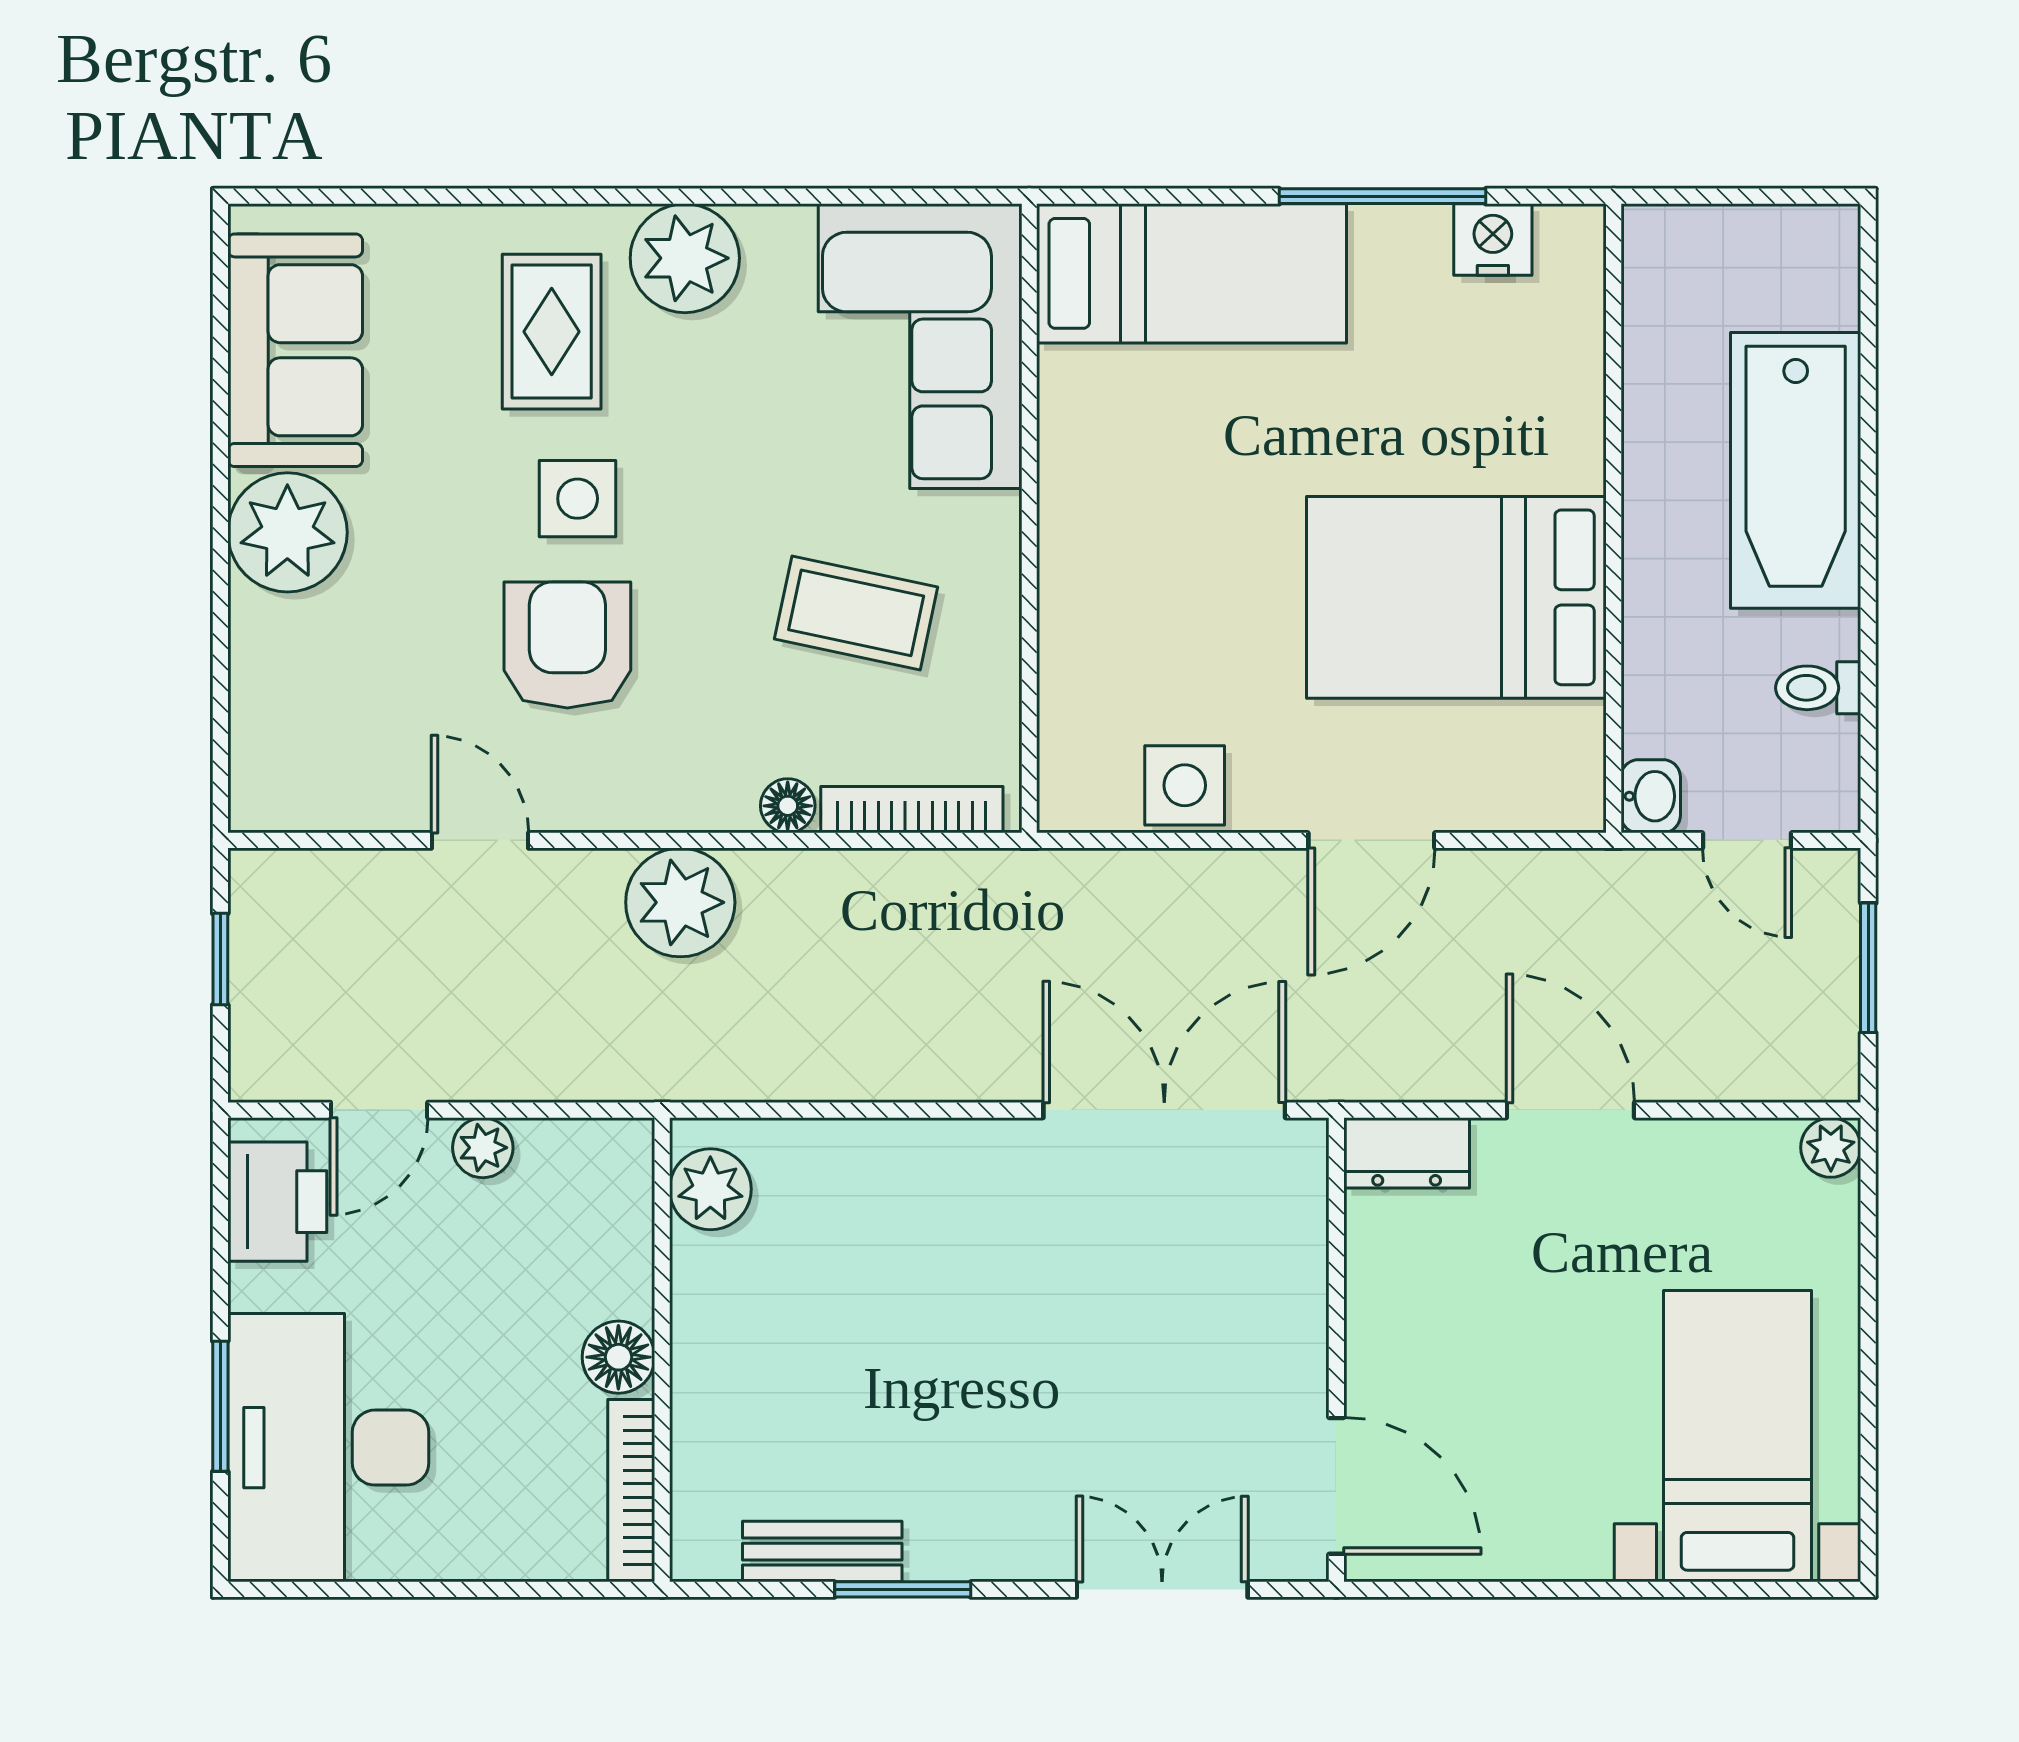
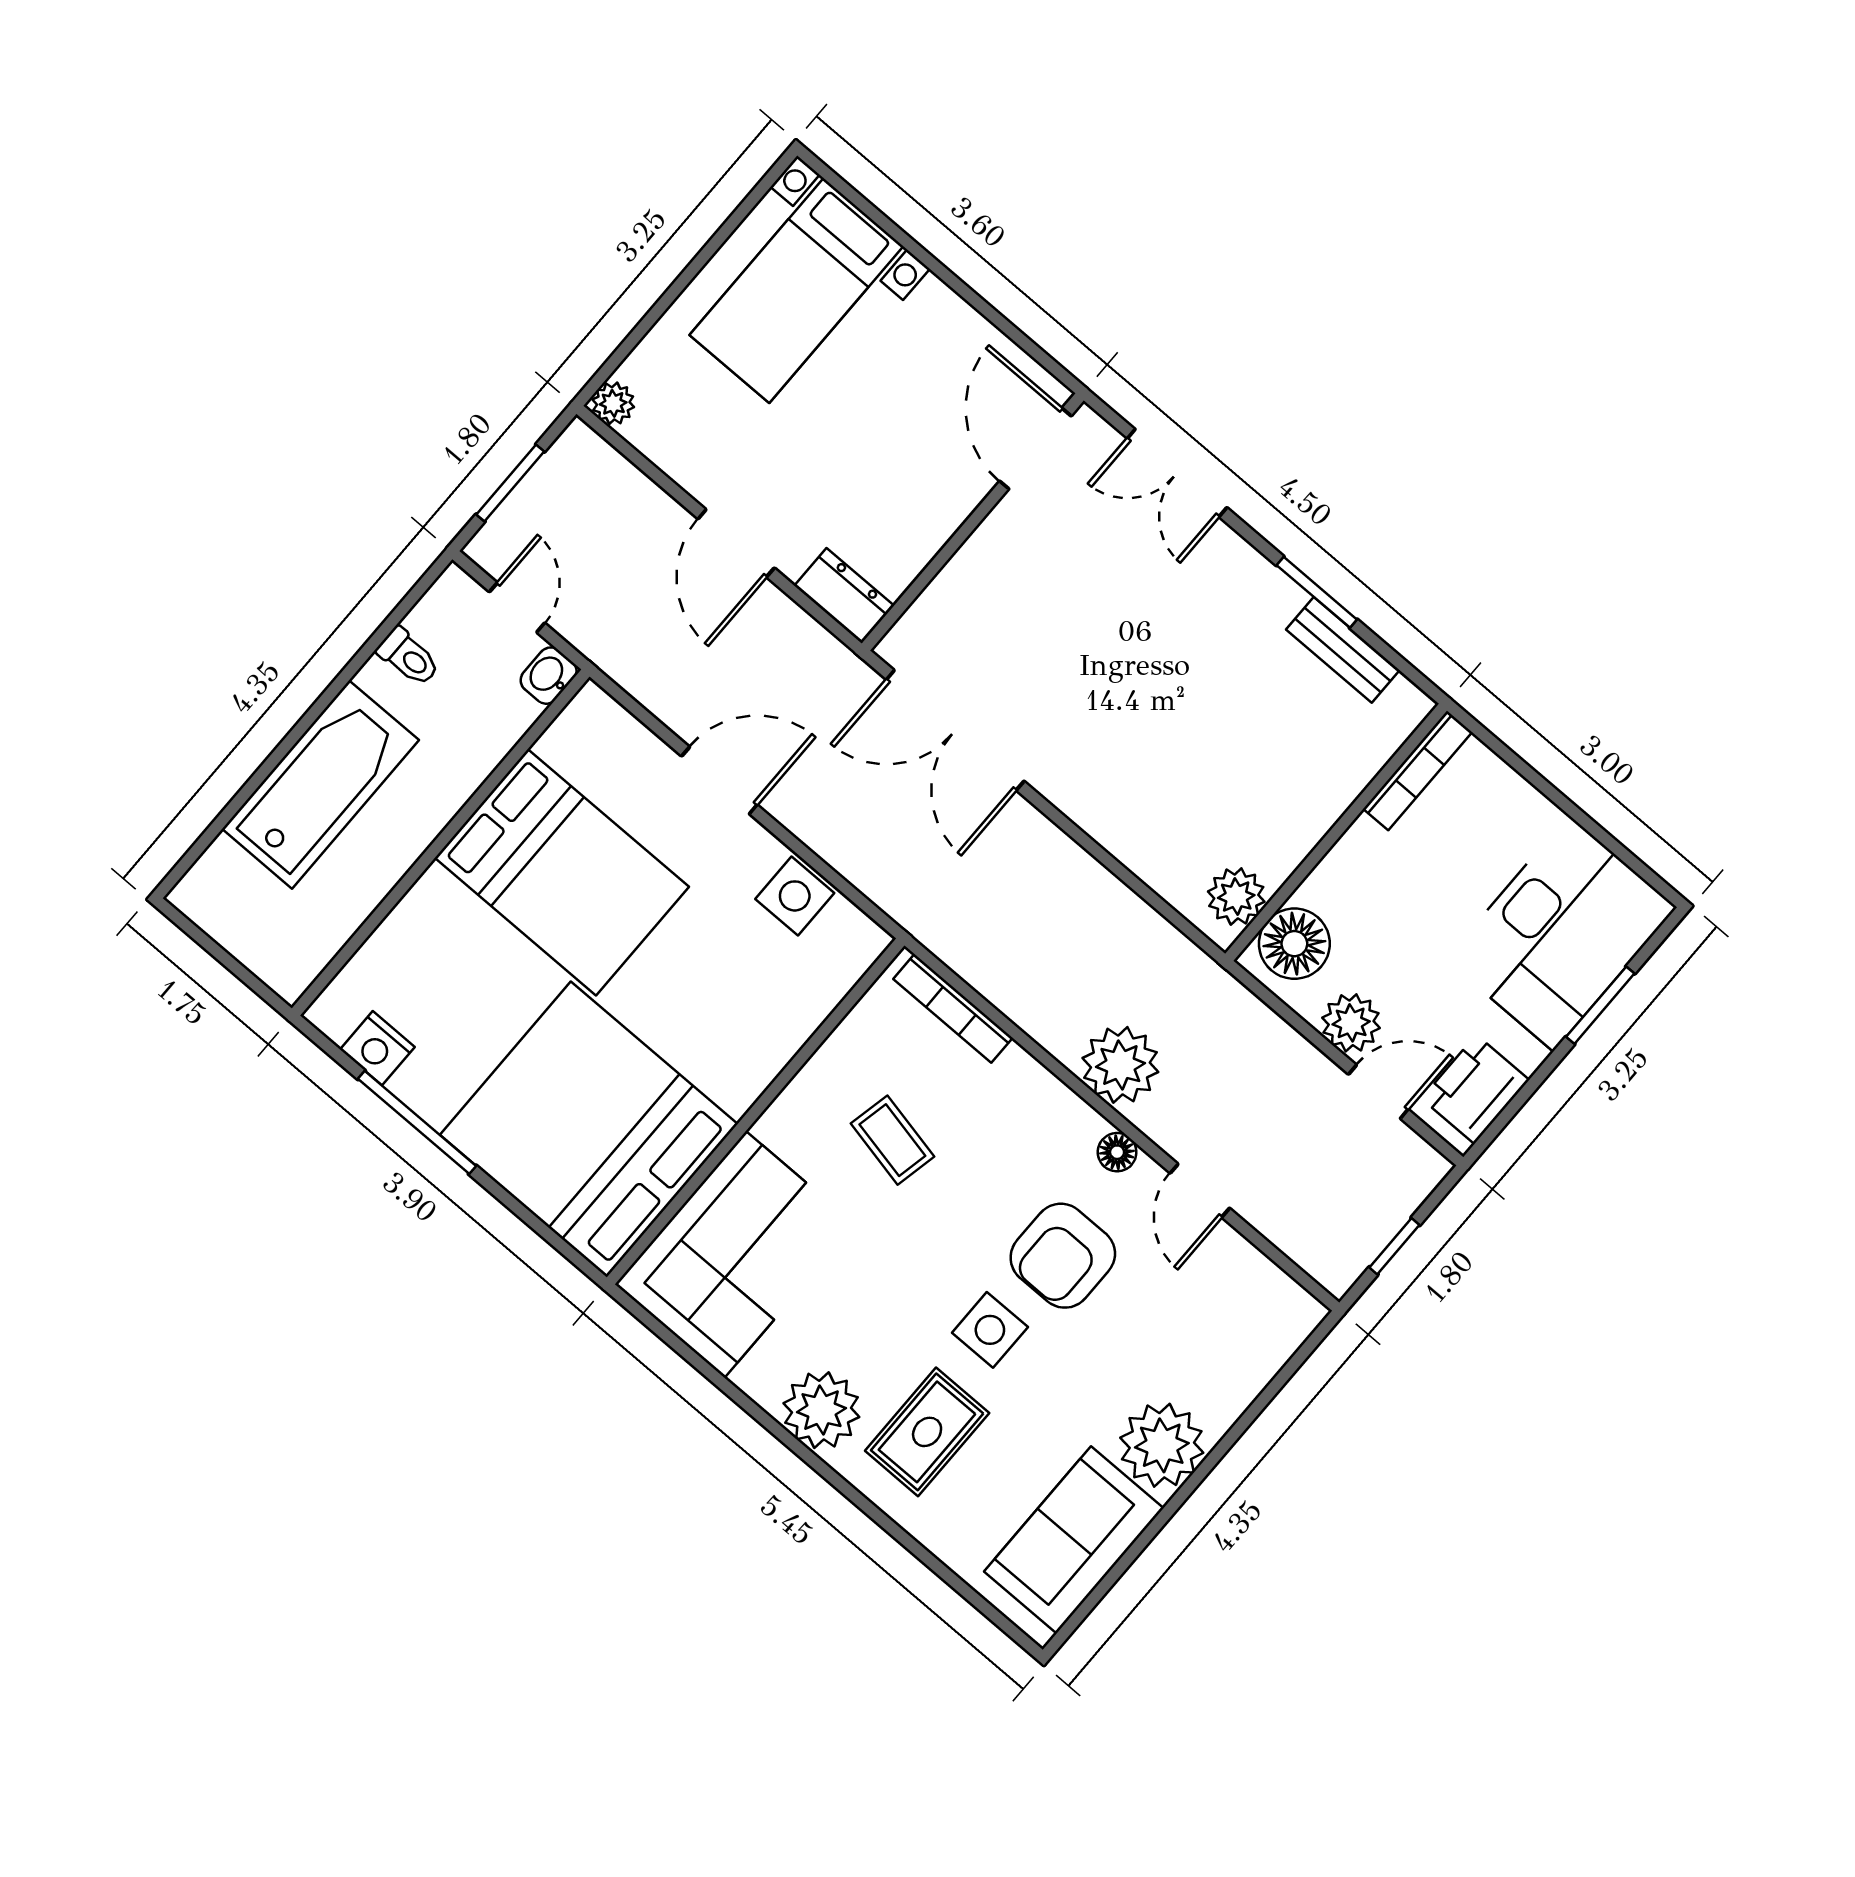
bed: (1192, 273) -> (589, 1129), width x2.04
coffee table: (856, 613) -> (892, 1140), width x0.73, depth x0.77
floor lamp: (788, 806) -> (1117, 1152), moved
plant: (483, 1148) -> (1351, 1023), width x1.38, depth x1.38
floor lamp: (618, 1357) -> (1294, 944), moved, width x1.38, depth x1.38

